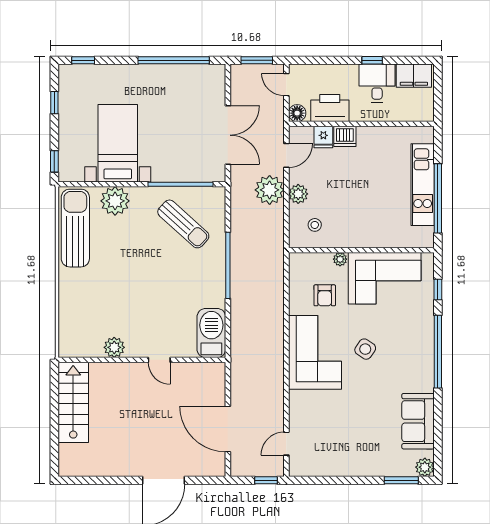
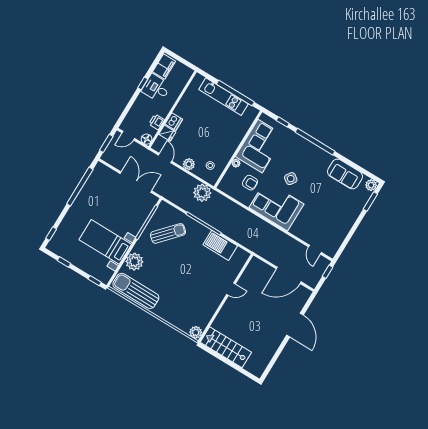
printer: (330, 108) -> (157, 122), width x0.53, depth x0.68
plant: (270, 190) -> (202, 193), moved
barbecue: (211, 333) -> (220, 245), moved
plant: (114, 347) -> (196, 332), moved

